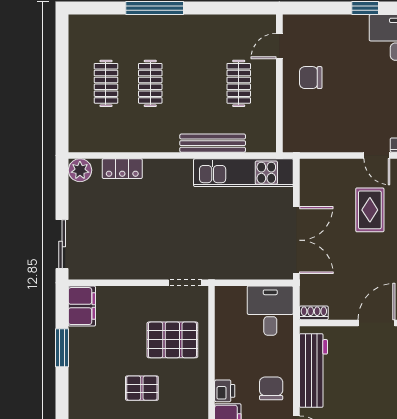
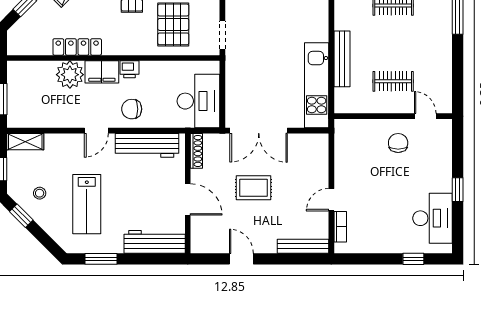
rug: (370, 210) -> (253, 188), moved
desk: (270, 311) -> (198, 101), width x1.37
shoe rack: (314, 313) -> (196, 151), width x1.43
chair: (271, 388) -> (132, 109), turned 180

